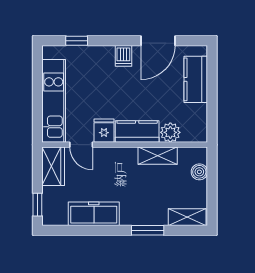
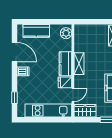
plant: (170, 132) -> (66, 33), moved
shelving: (158, 156) -> (79, 64), moved
boiler: (199, 172) -> (88, 29), removed

